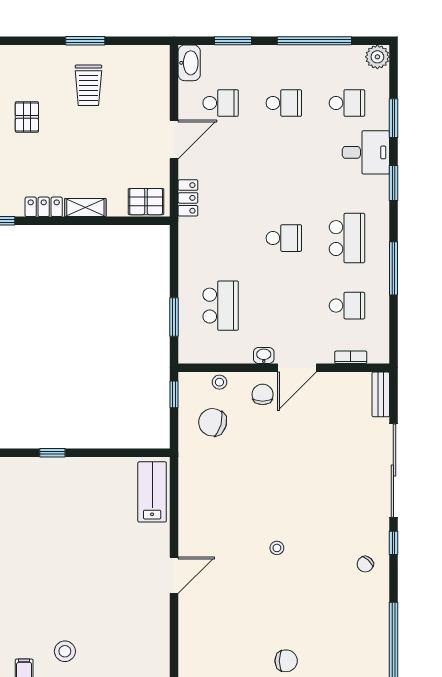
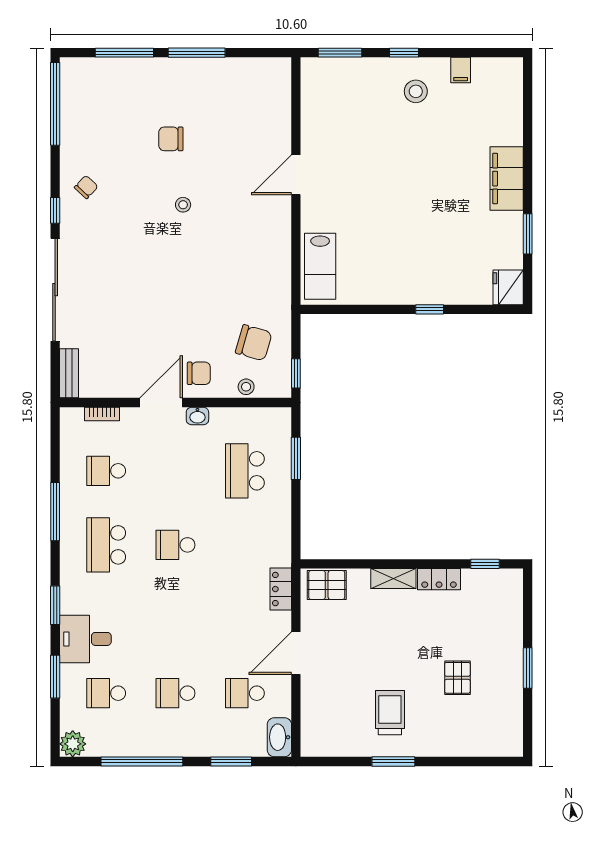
chair: (263, 394) -> (199, 373), turned -90
chair: (286, 661) -> (171, 139), moved

